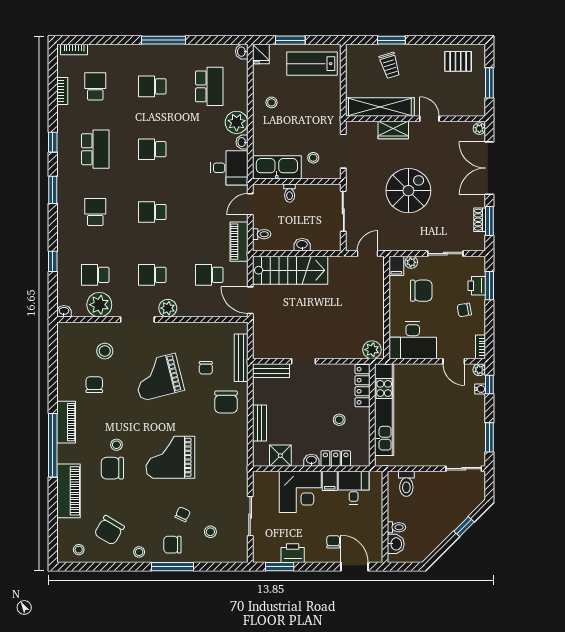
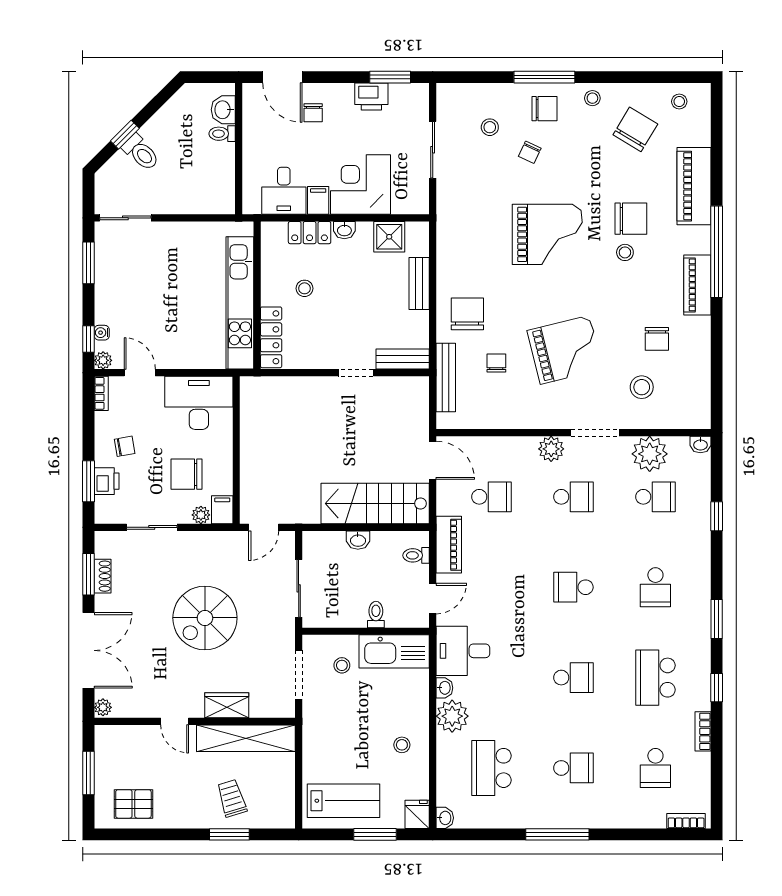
bookcase: (62, 91) -> (703, 731), moved
school desk: (152, 212) -> (573, 587), turned 180
plant: (372, 350) -> (257, 389), removed
toilet: (406, 484) -> (141, 153), moved, turned 135

